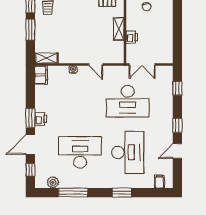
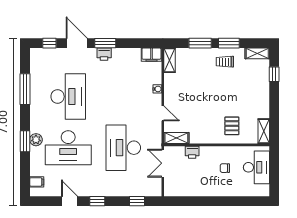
shelving: (119, 29) -> (176, 138), moved
door: (96, 64) -> (163, 113), swing flipped
plant: (53, 182) -> (36, 140), moved

